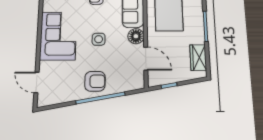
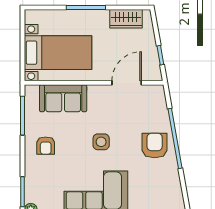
floor lamp: (136, 36) -> (98, 95), removed

